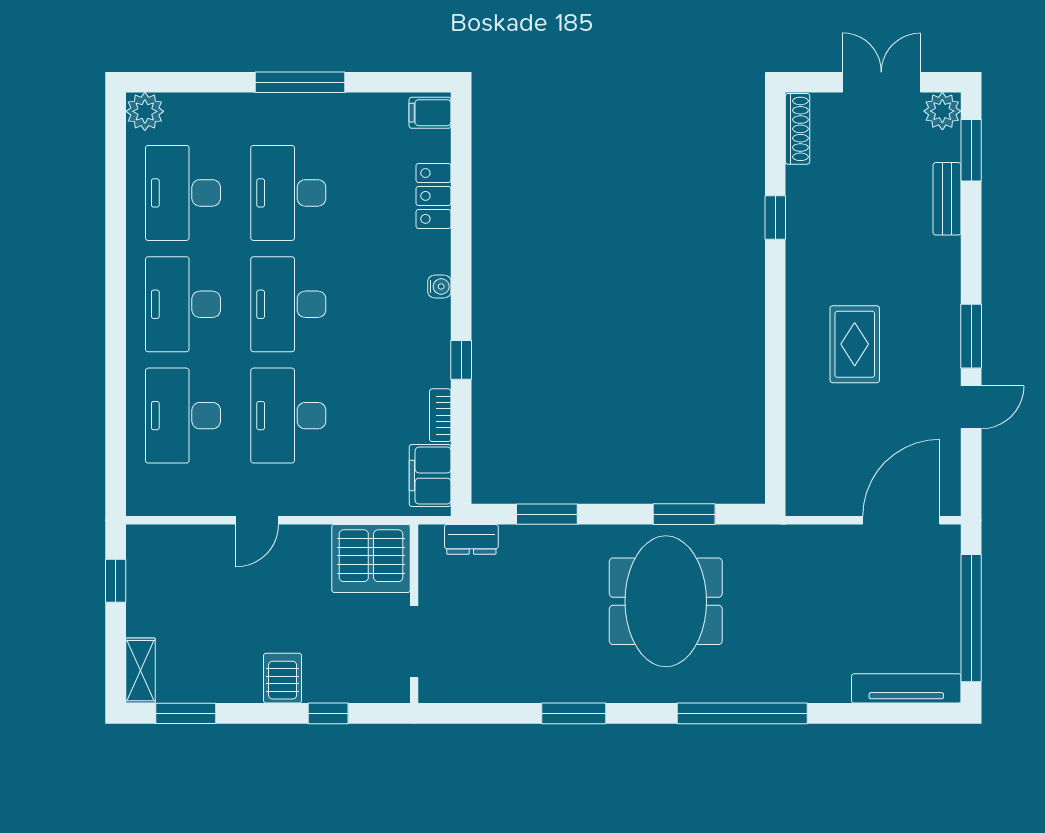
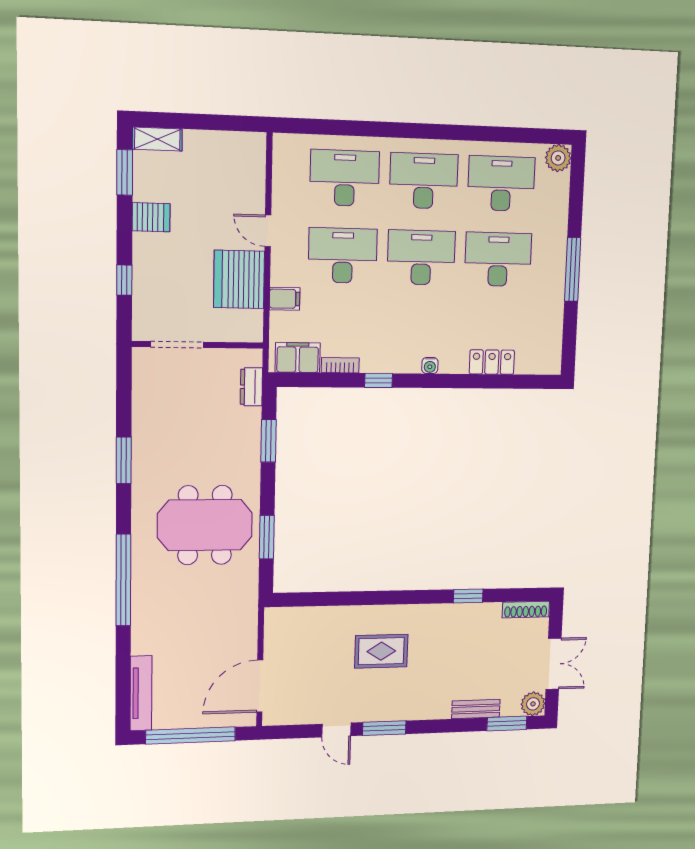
filing cabinet: (430, 113) -> (285, 299), moved, turned 90
door: (901, 520) -> (260, 686), swing flipped
server rack: (371, 558) -> (239, 279), moved
window: (116, 581) -> (225, 123), removed
server rack: (283, 678) -> (151, 217), moved

